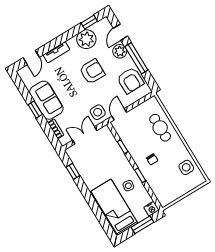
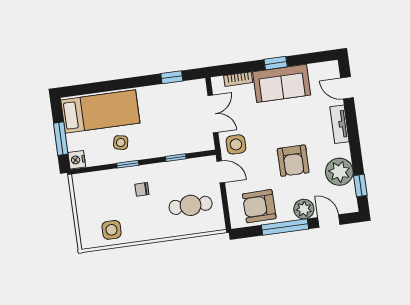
cafe table: (160, 128) -> (191, 205), moved

